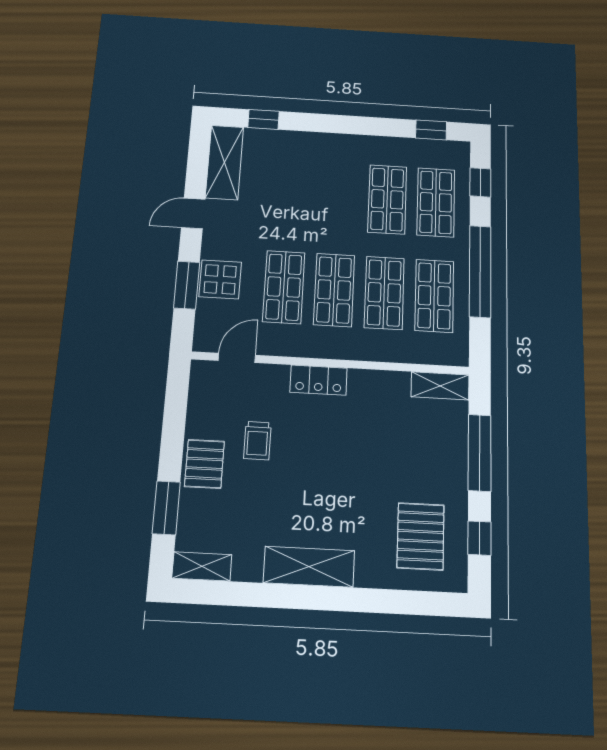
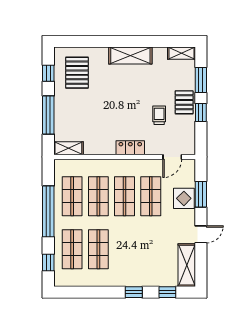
window: (431, 130) -> (134, 292), moved
window: (172, 441) -> (201, 112), added

